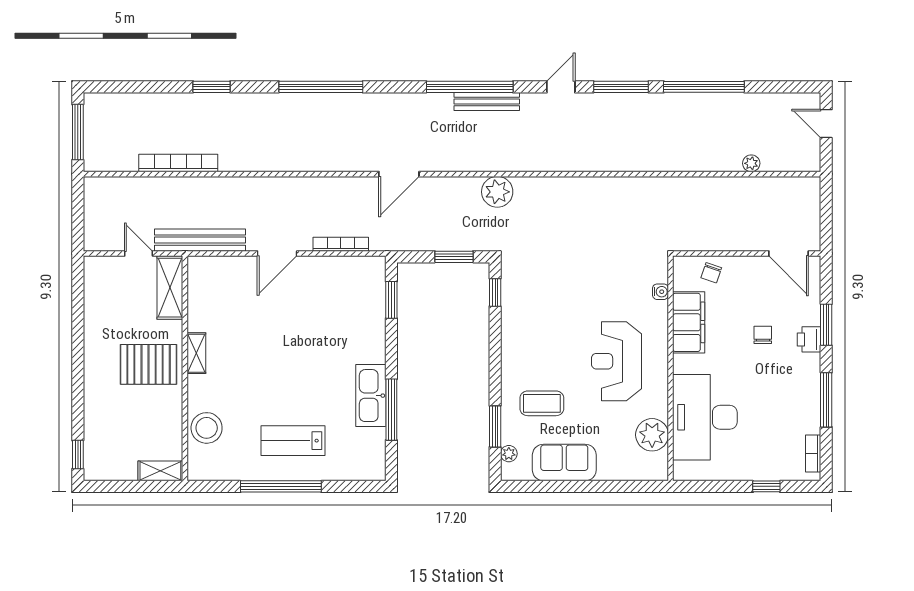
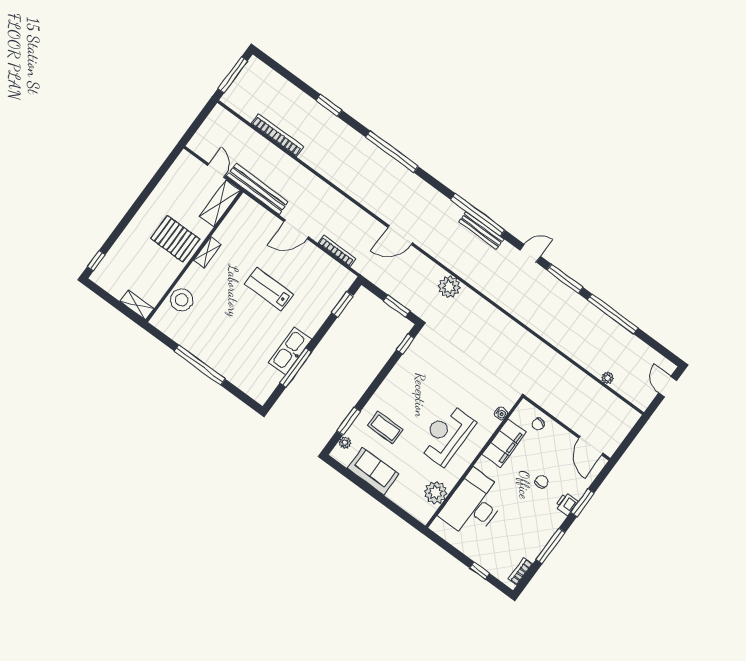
lab bench: (293, 441) -> (269, 289), moved

